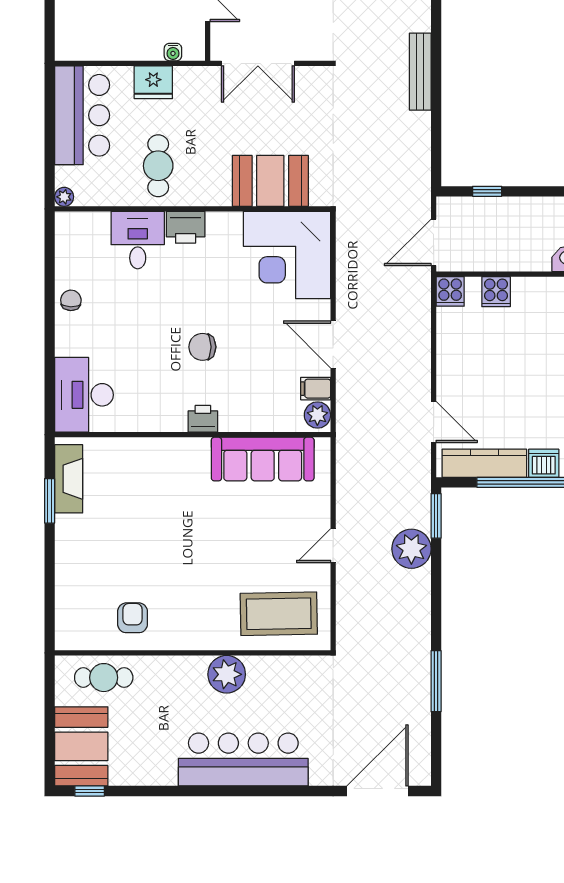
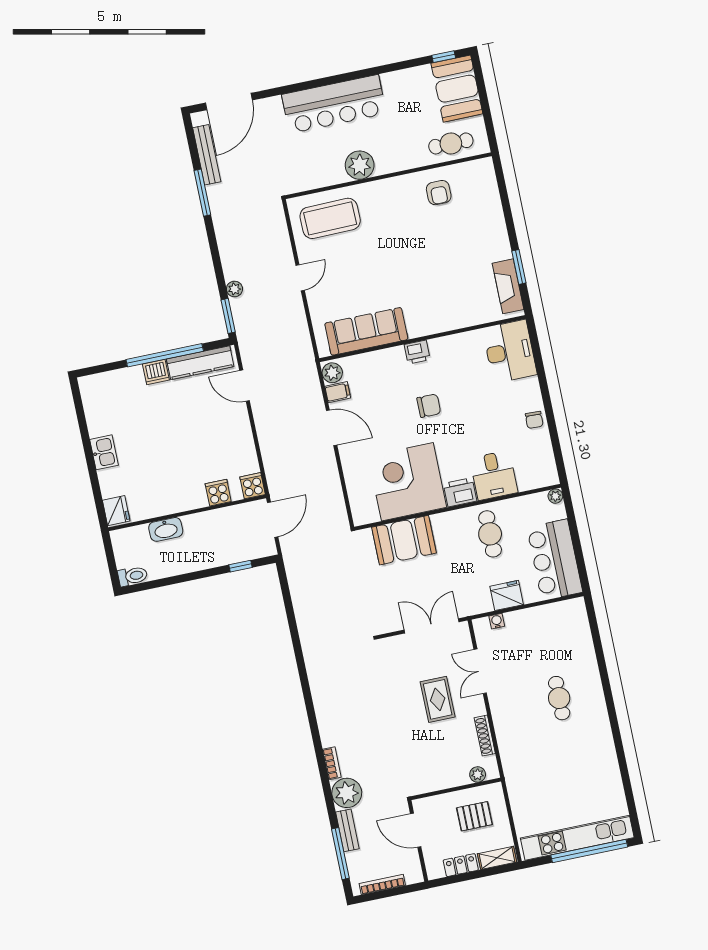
bench: (420, 72) -> (207, 155), moved
corner desk: (287, 255) -> (407, 482), moved, turned -90
plant: (411, 549) -> (234, 289), width x0.53, depth x0.53

